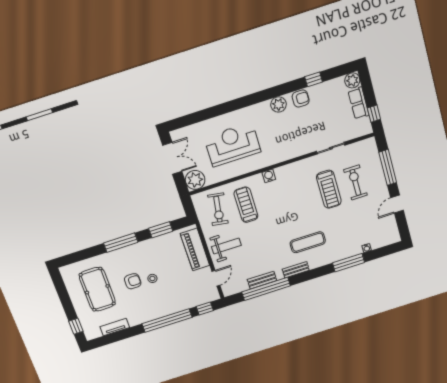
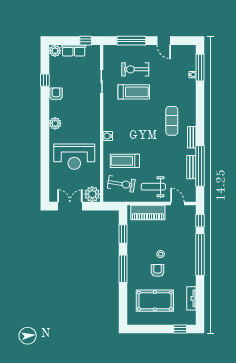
plant: (278, 104) -> (55, 123), moved
reception desk: (233, 145) -> (74, 157), turned -90
weight bench: (226, 246) -> (153, 187), turned -90
window: (349, 263) -> (200, 68), moved

